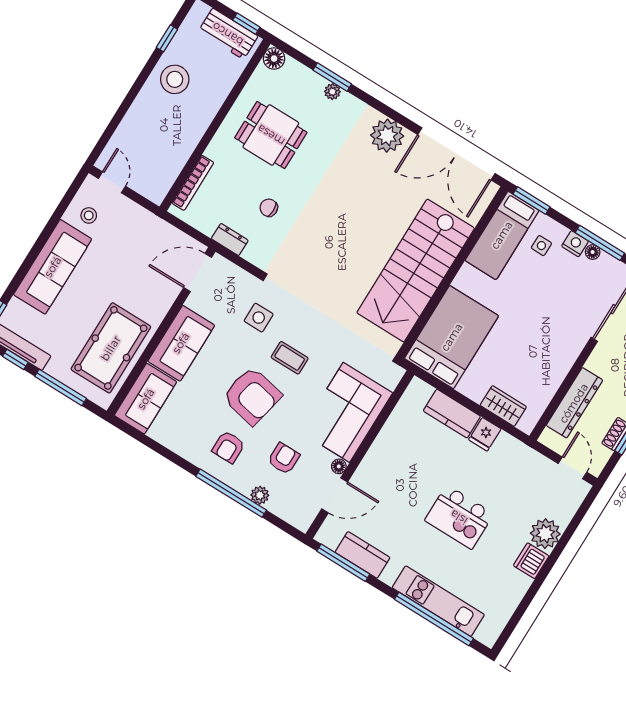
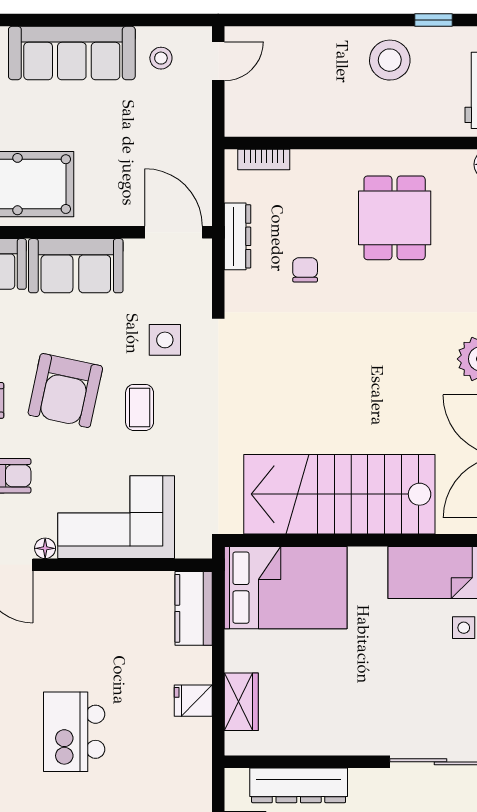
bookcase: (193, 183) -> (264, 160), width x0.64
dresser: (230, 239) -> (238, 236), width x1.44
kitchen counter: (452, 414) -> (194, 608), moved

